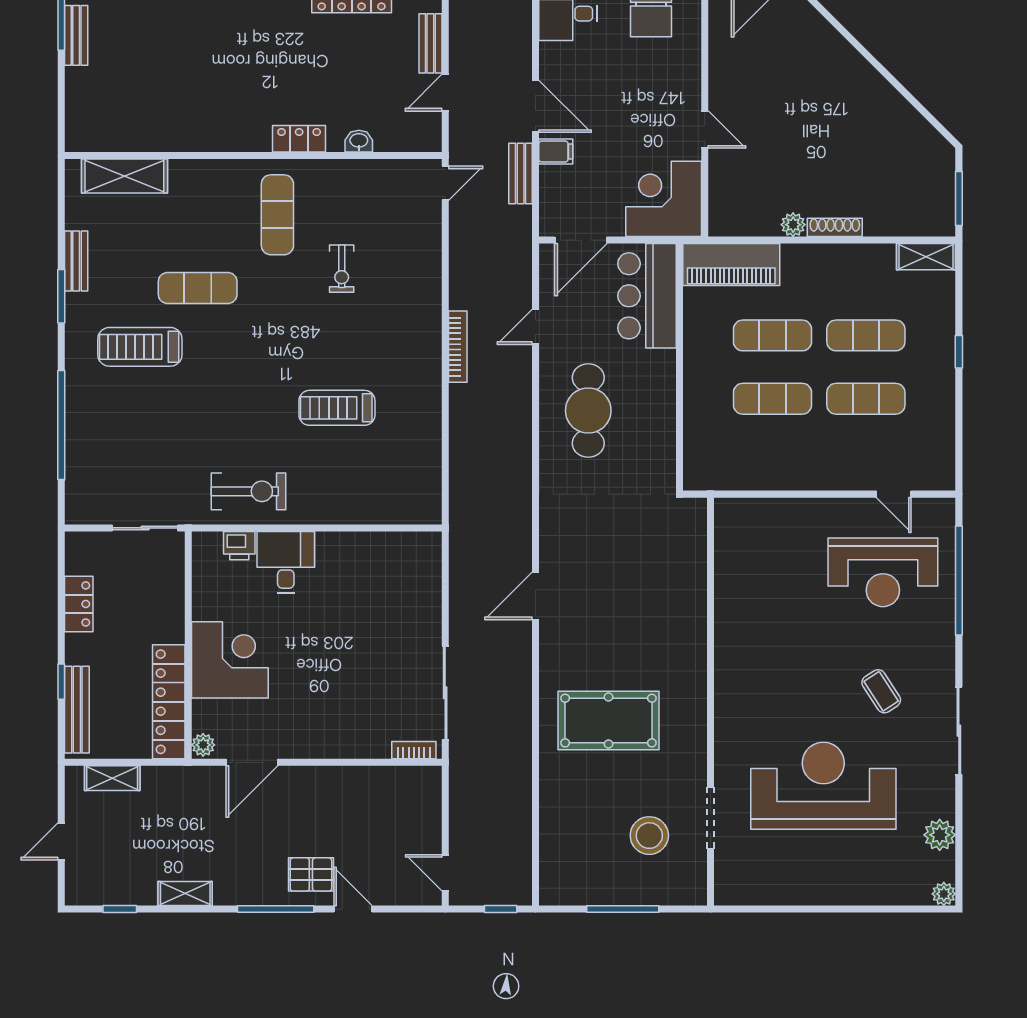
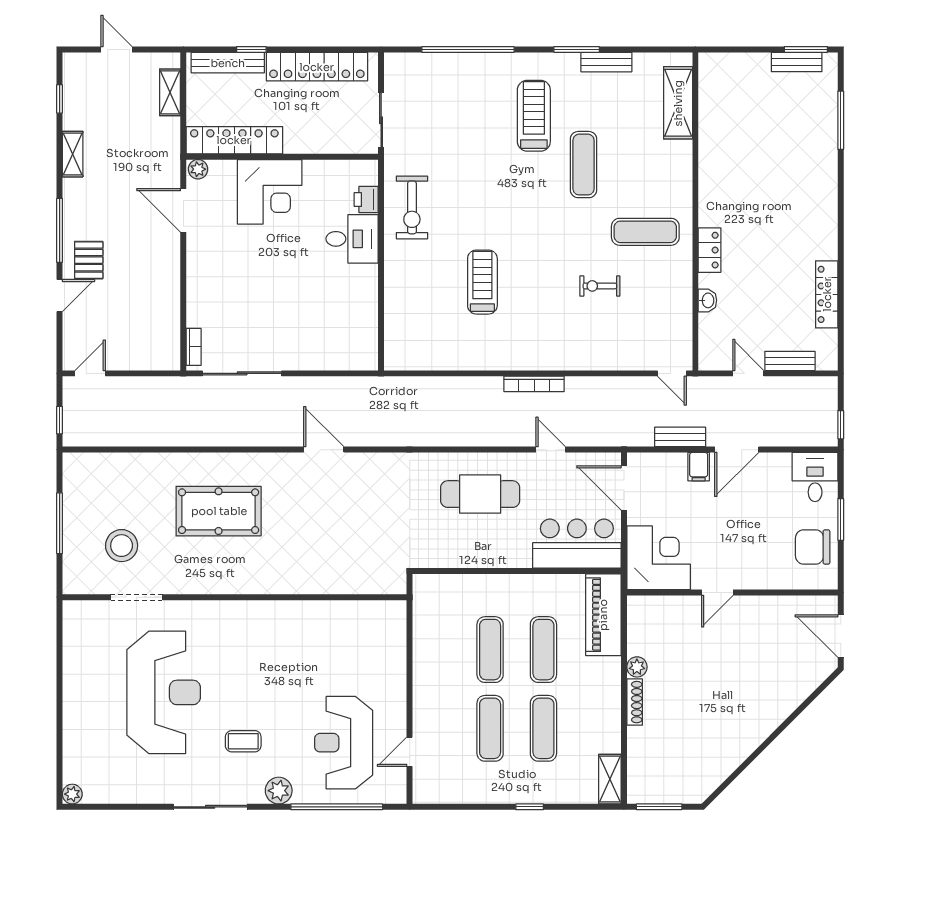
locker: (79, 604) -> (317, 67), width x2.16, depth x1.21
coffee table: (881, 691) -> (243, 741), turned 33
pool table: (608, 721) -> (219, 511), turned 90
plant: (940, 835) -> (279, 791), moved

